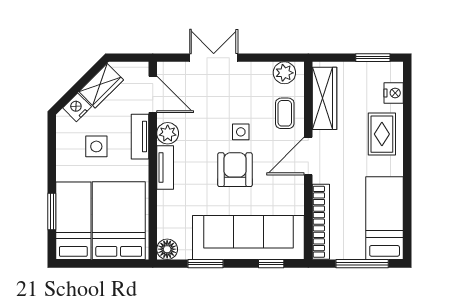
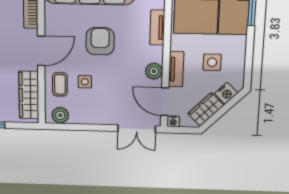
double door: (214, 58) -> (137, 129), moved
nightstand: (141, 69) -> (173, 121), added
side table: (241, 132) -> (85, 82), moved
tv unit: (165, 168) -> (157, 28), moved
armchair: (235, 170) -> (100, 41), turned 180

